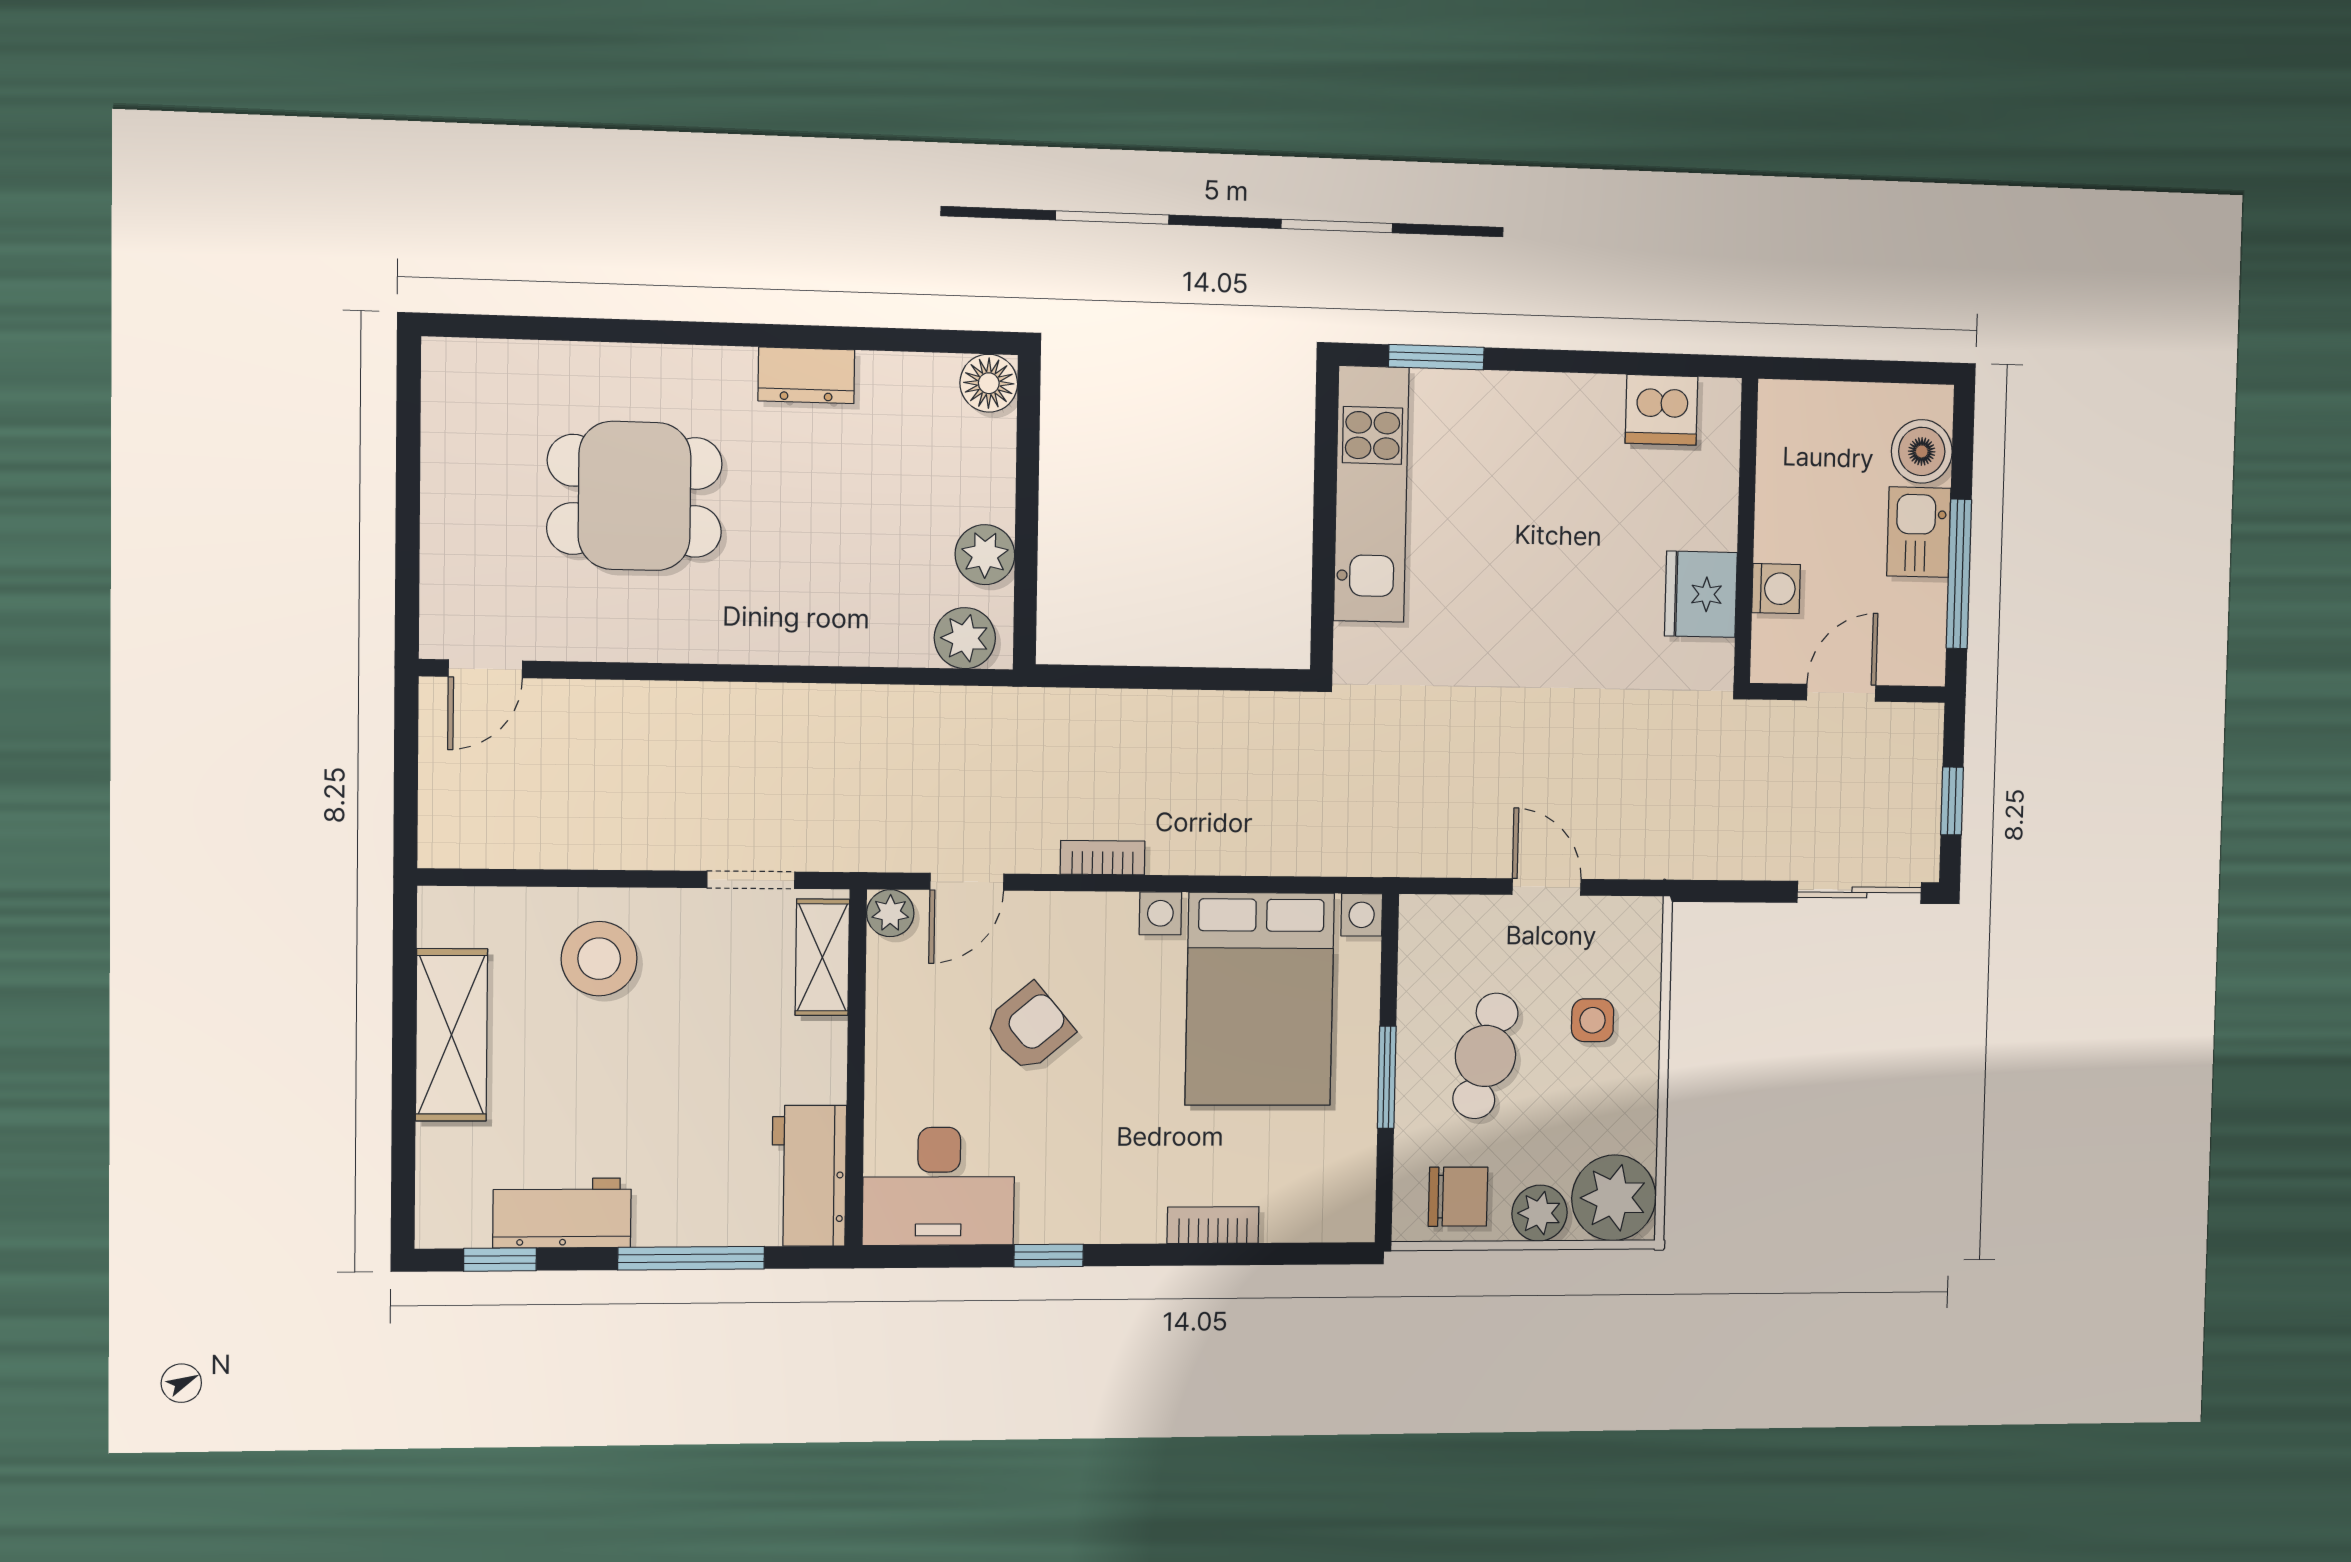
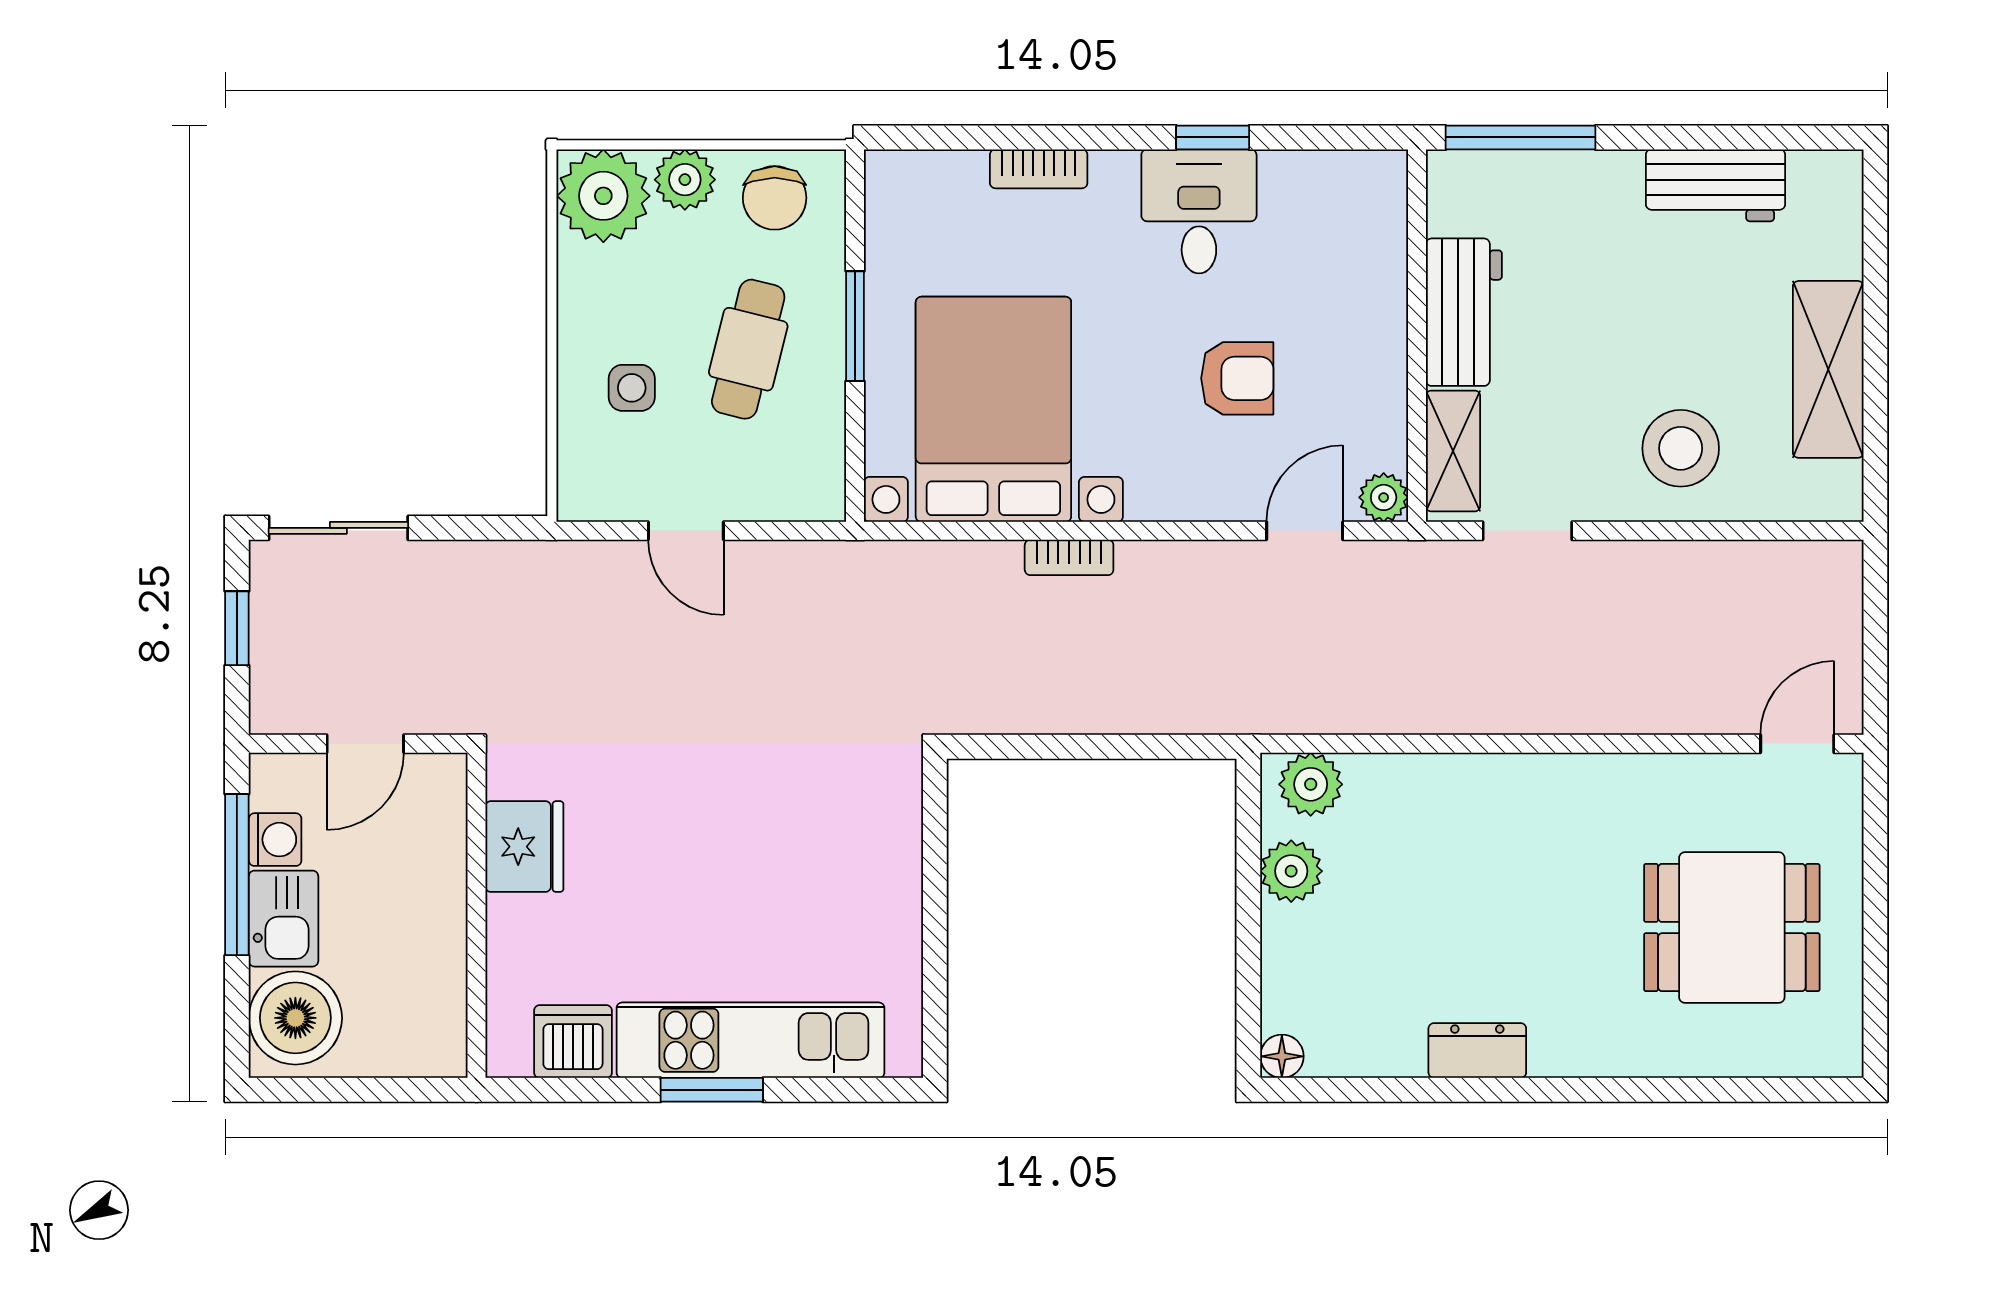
window: (1436, 357) -> (712, 1090), moved
floor lamp: (989, 383) -> (1282, 1056), width x0.73, depth x0.73
boiler: (1922, 451) -> (295, 1018), width x1.37, depth x1.37
kitchen unit: (1371, 494) -> (751, 1040), moved, turned 90
dining table: (635, 496) -> (1732, 928), moved
washing machine: (1776, 589) -> (275, 840), moved, turned 180
bookcase: (1103, 858) -> (1069, 557), moved
armchair: (1029, 1028) -> (1237, 378), turned -140
workbench: (809, 1176) -> (1464, 312), moved
desk: (939, 1186) -> (1199, 211), moved, width x0.73
chair: (1458, 1197) -> (775, 198), turned -90
window: (691, 1258) -> (1520, 137), moved
window: (500, 1260) -> (1778, 137), removed

